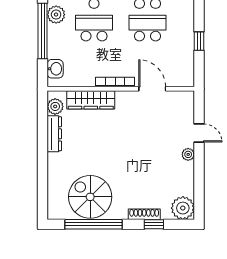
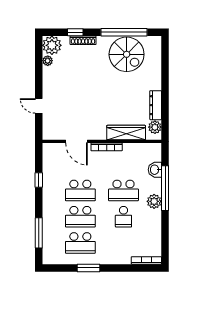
washbasin: (55, 69) -> (155, 170), moved
plant: (188, 154) -> (48, 61), moved

